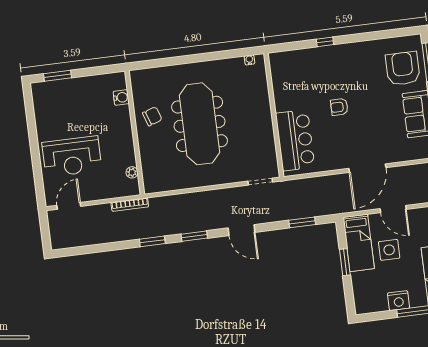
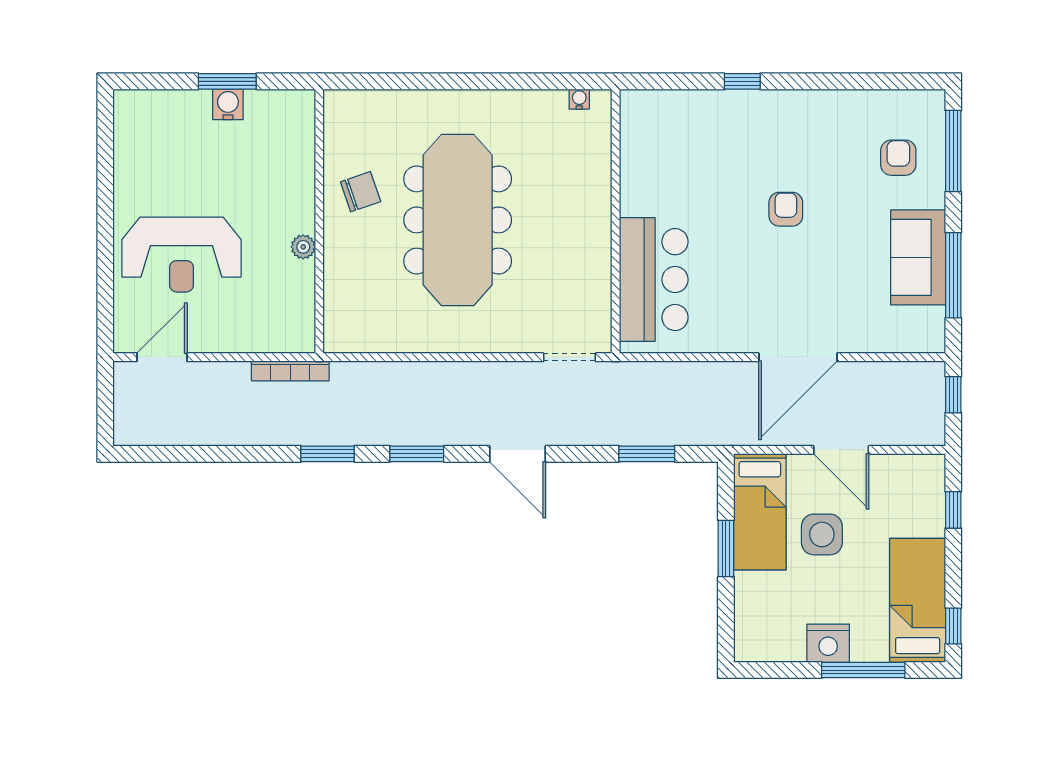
armchair: (403, 68) -> (898, 158), width x0.53, depth x0.53
window: (57, 76) -> (227, 81), moved
water cooler: (121, 97) -> (228, 104), moved, turned -90
armchair: (339, 107) -> (786, 209), moved, turned 90
plant: (132, 172) -> (303, 247), moved

